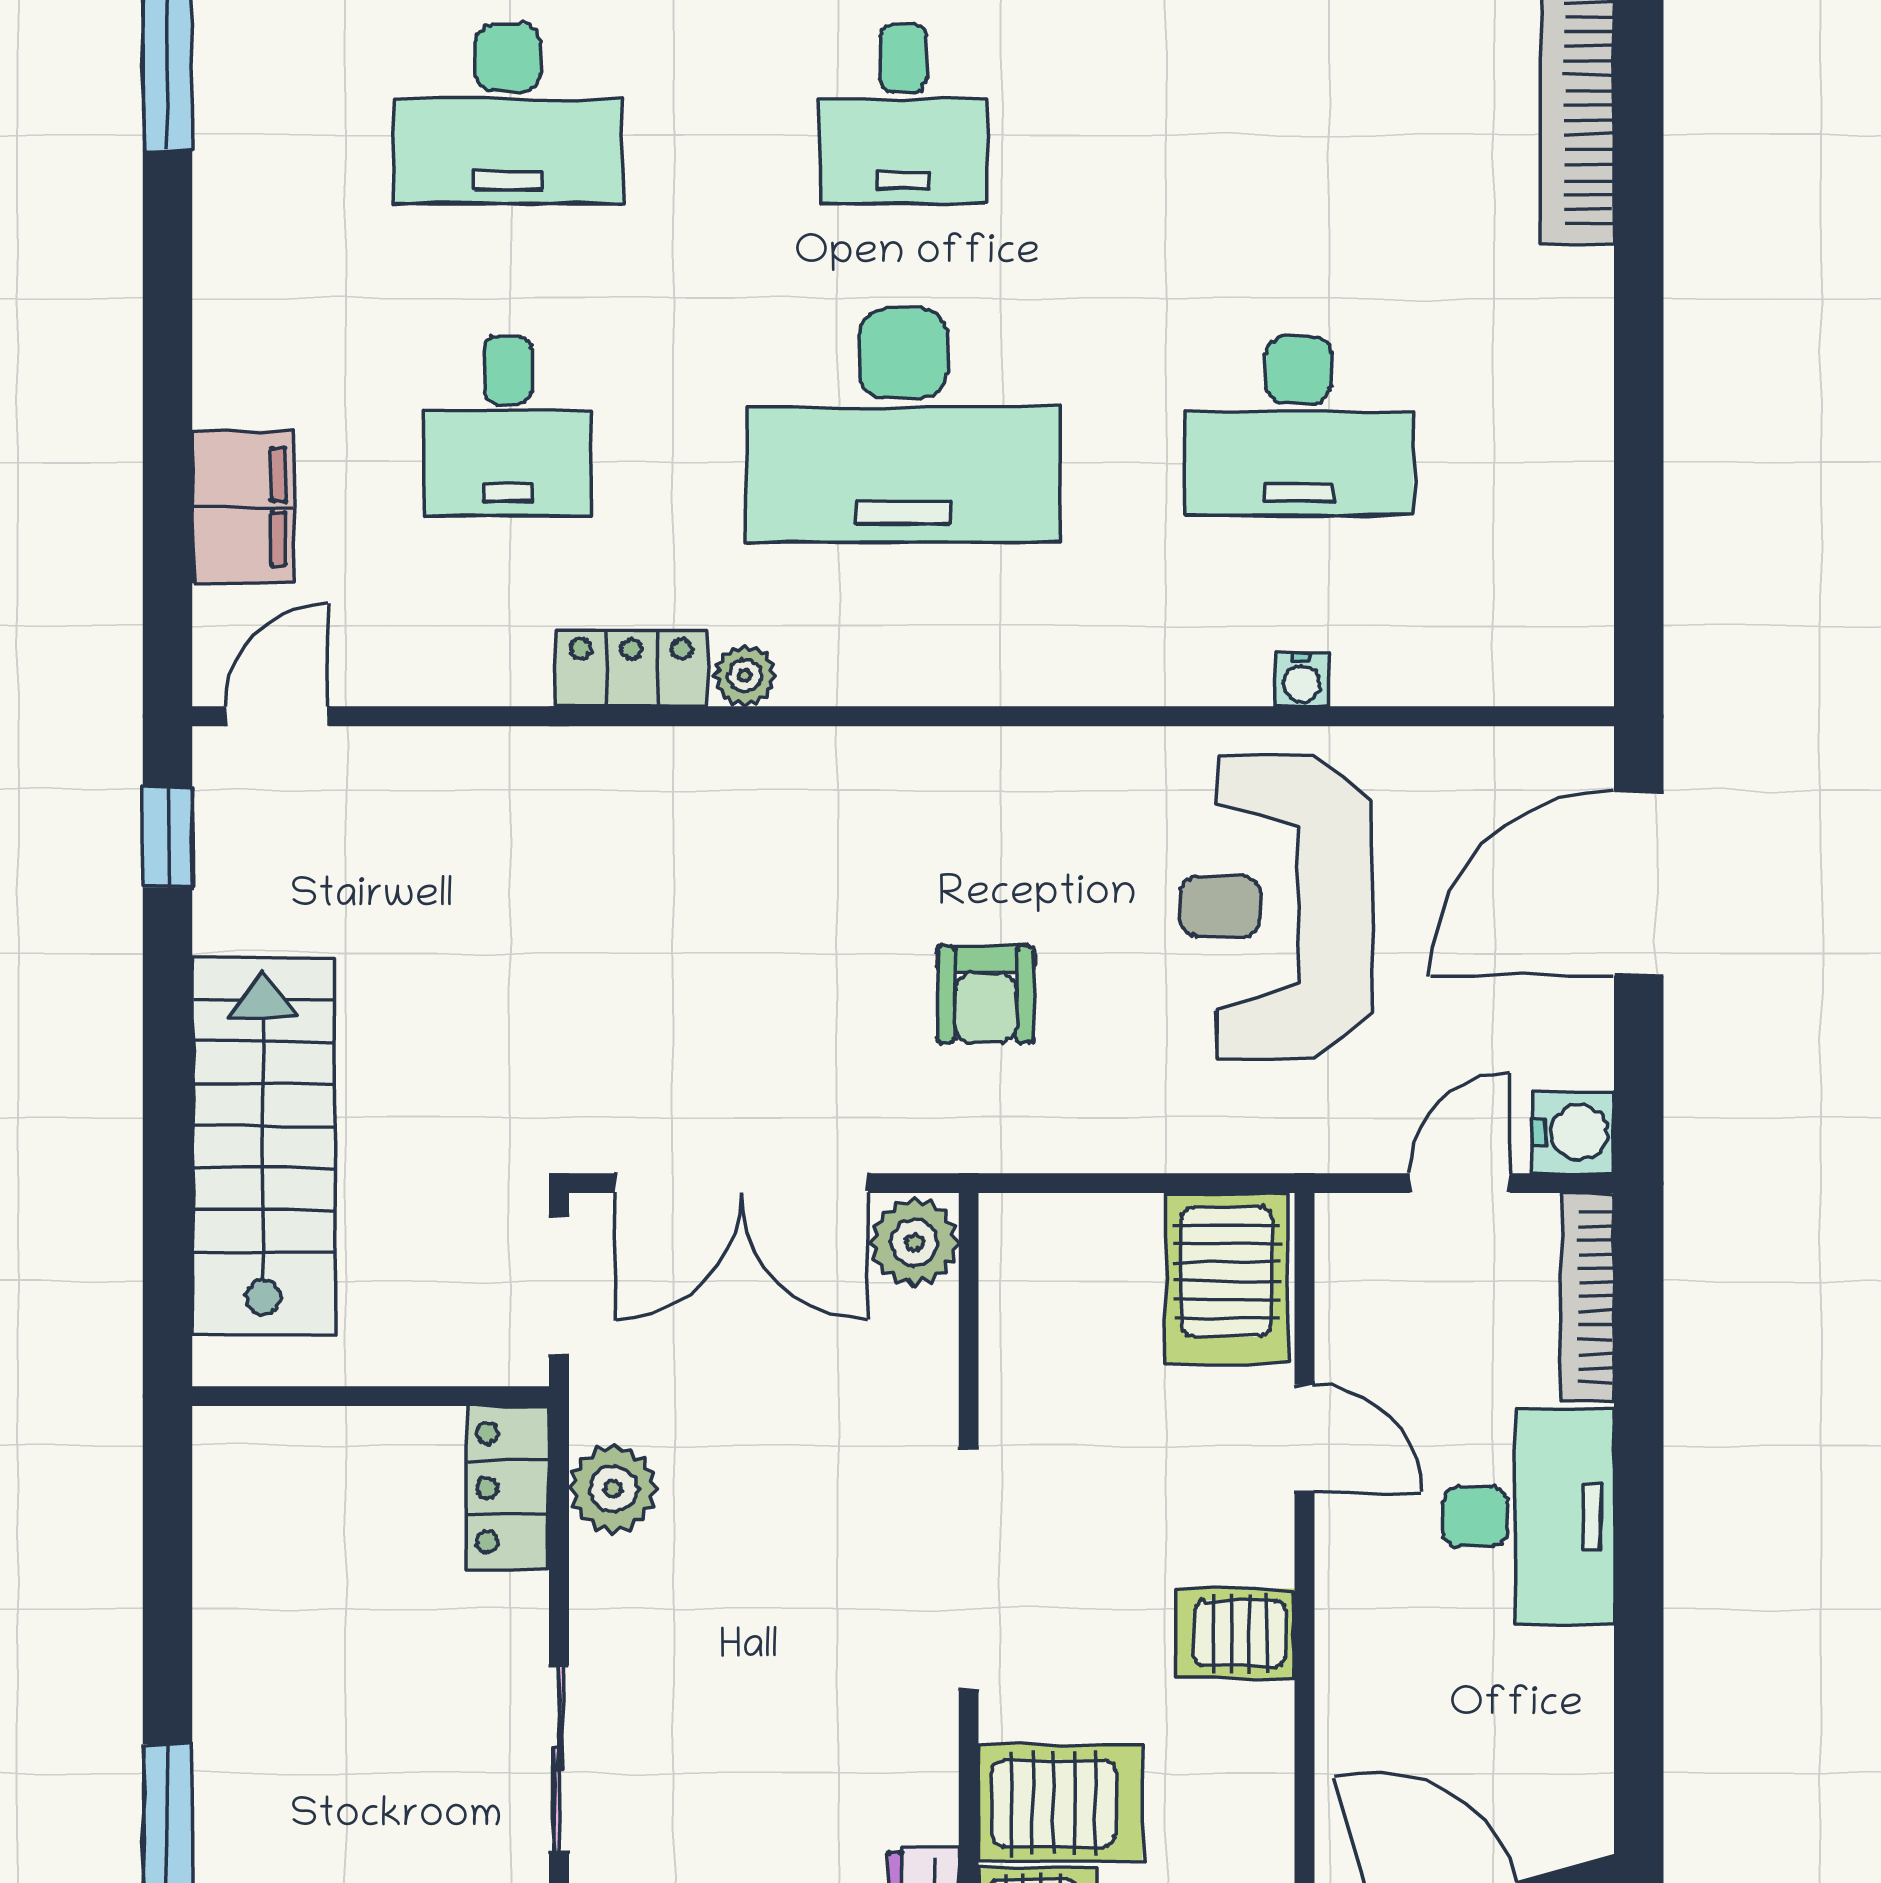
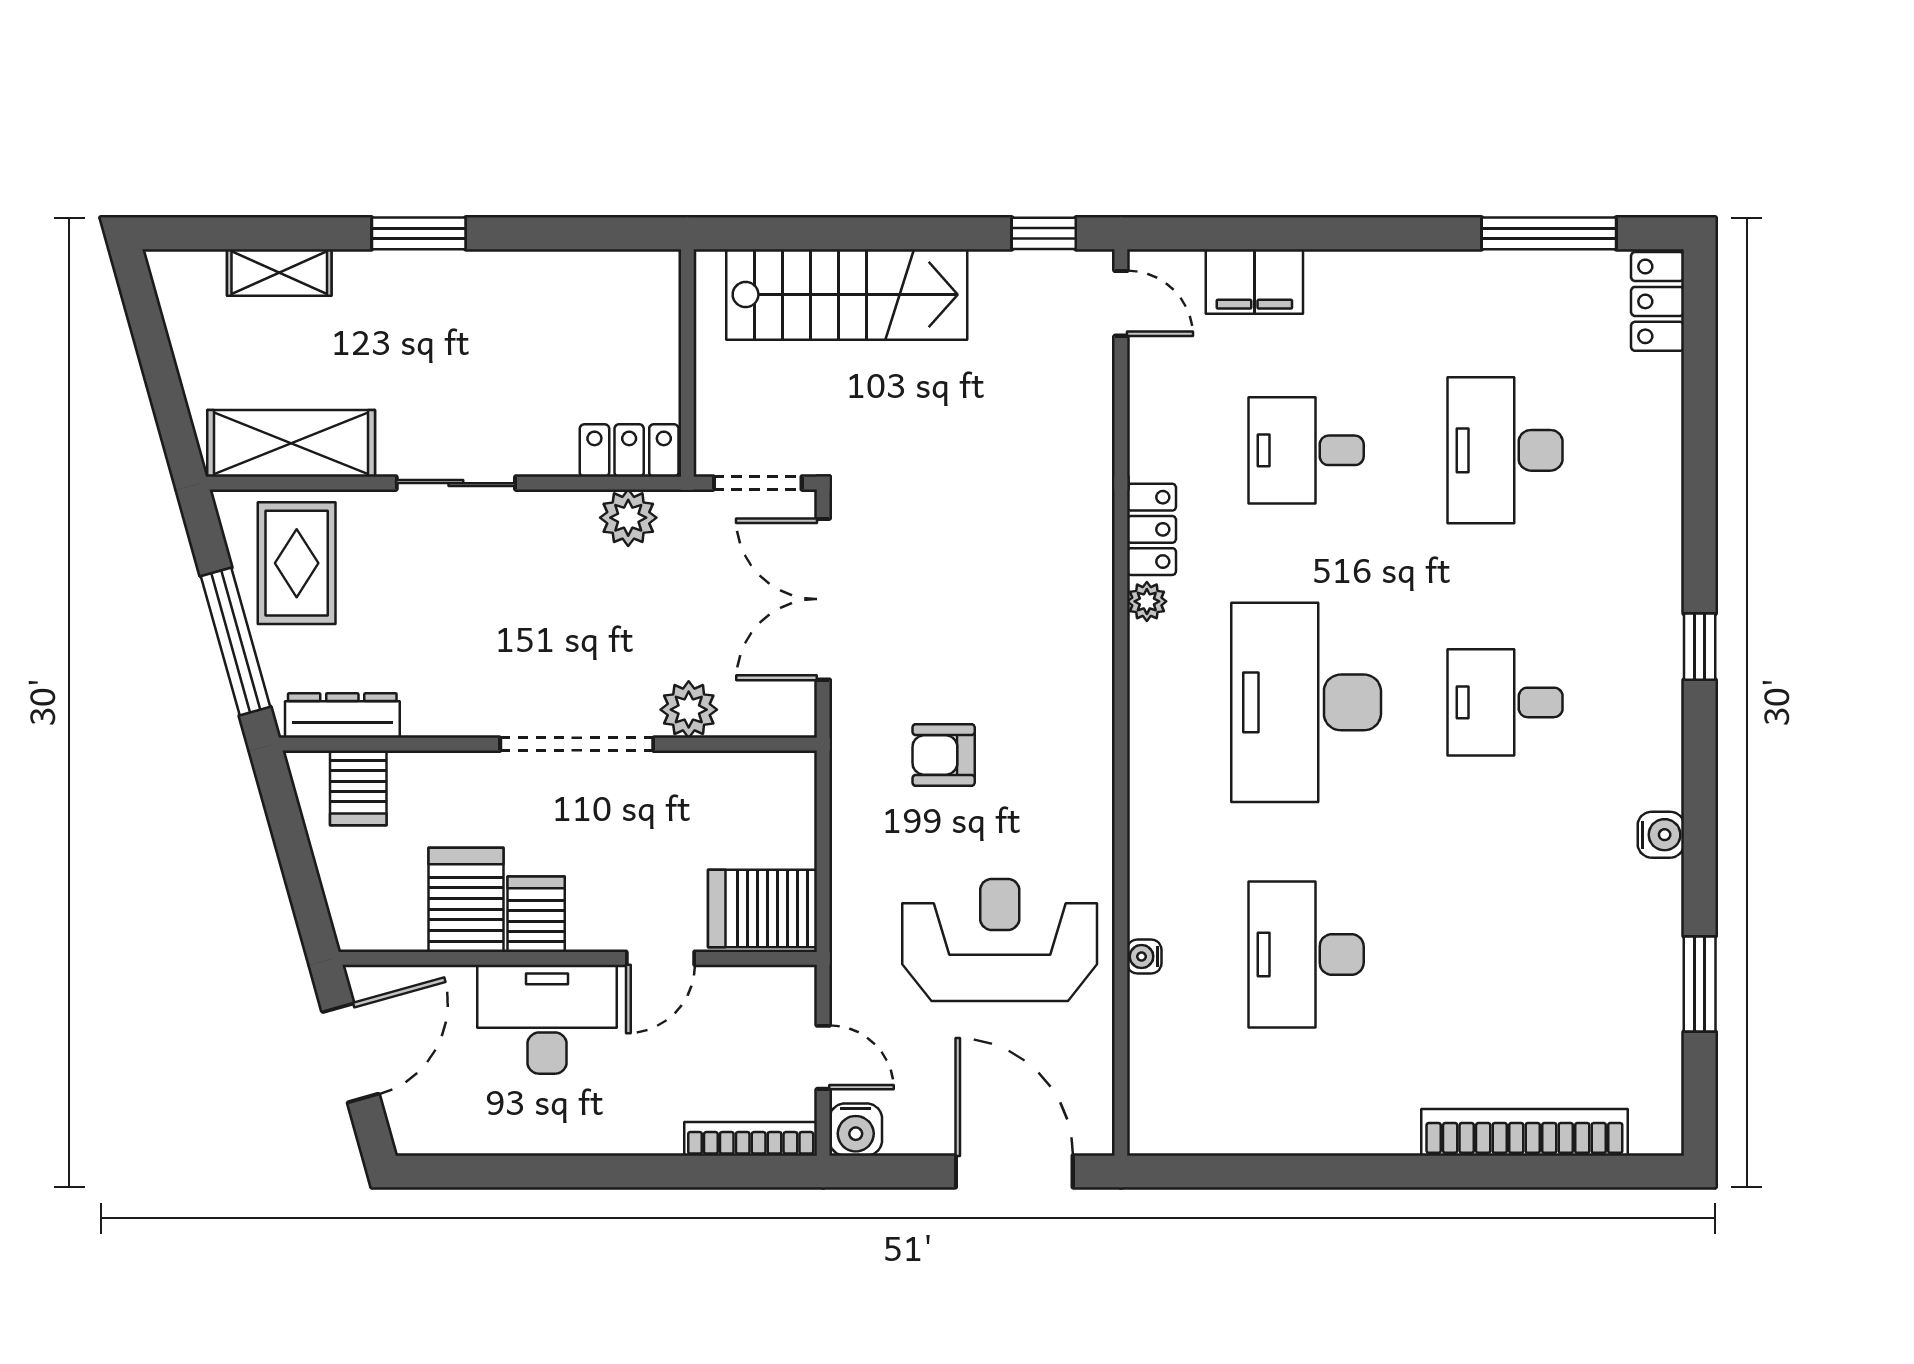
plant: (914, 1242) -> (689, 710), moved
desk: (1529, 1517) -> (547, 1019), moved, turned 180
server rack: (1060, 1803) -> (466, 900), moved, turned 180

